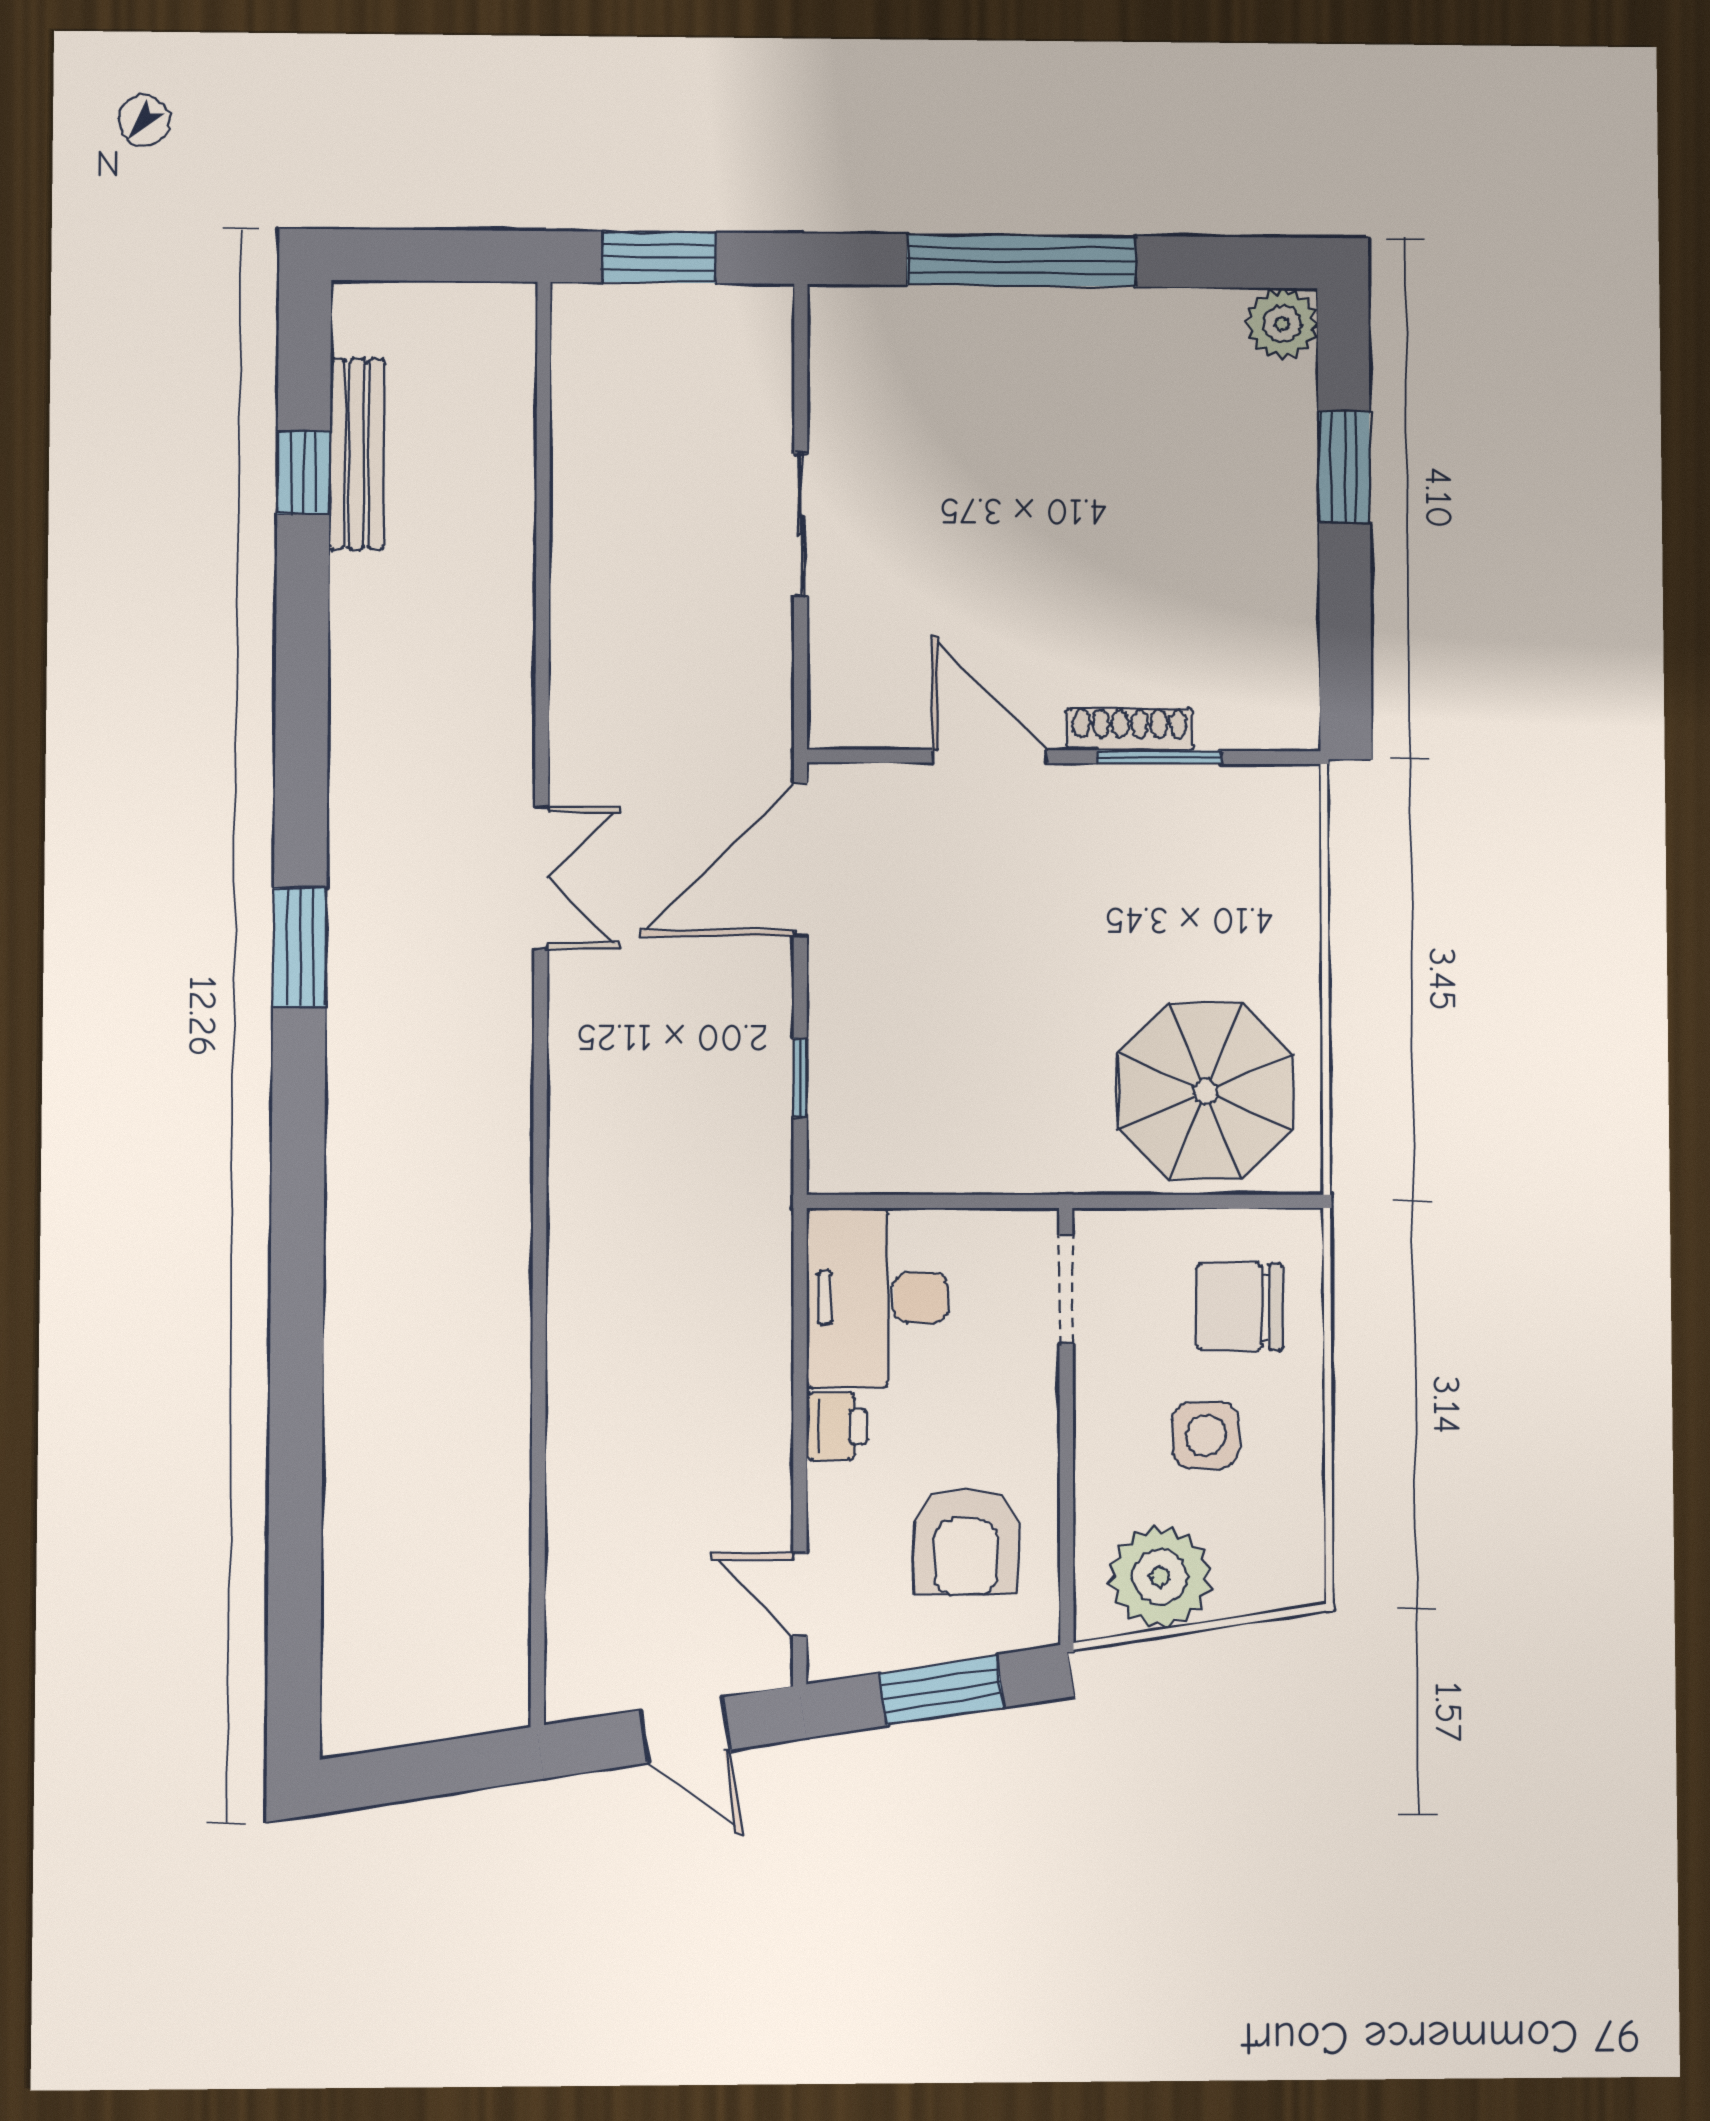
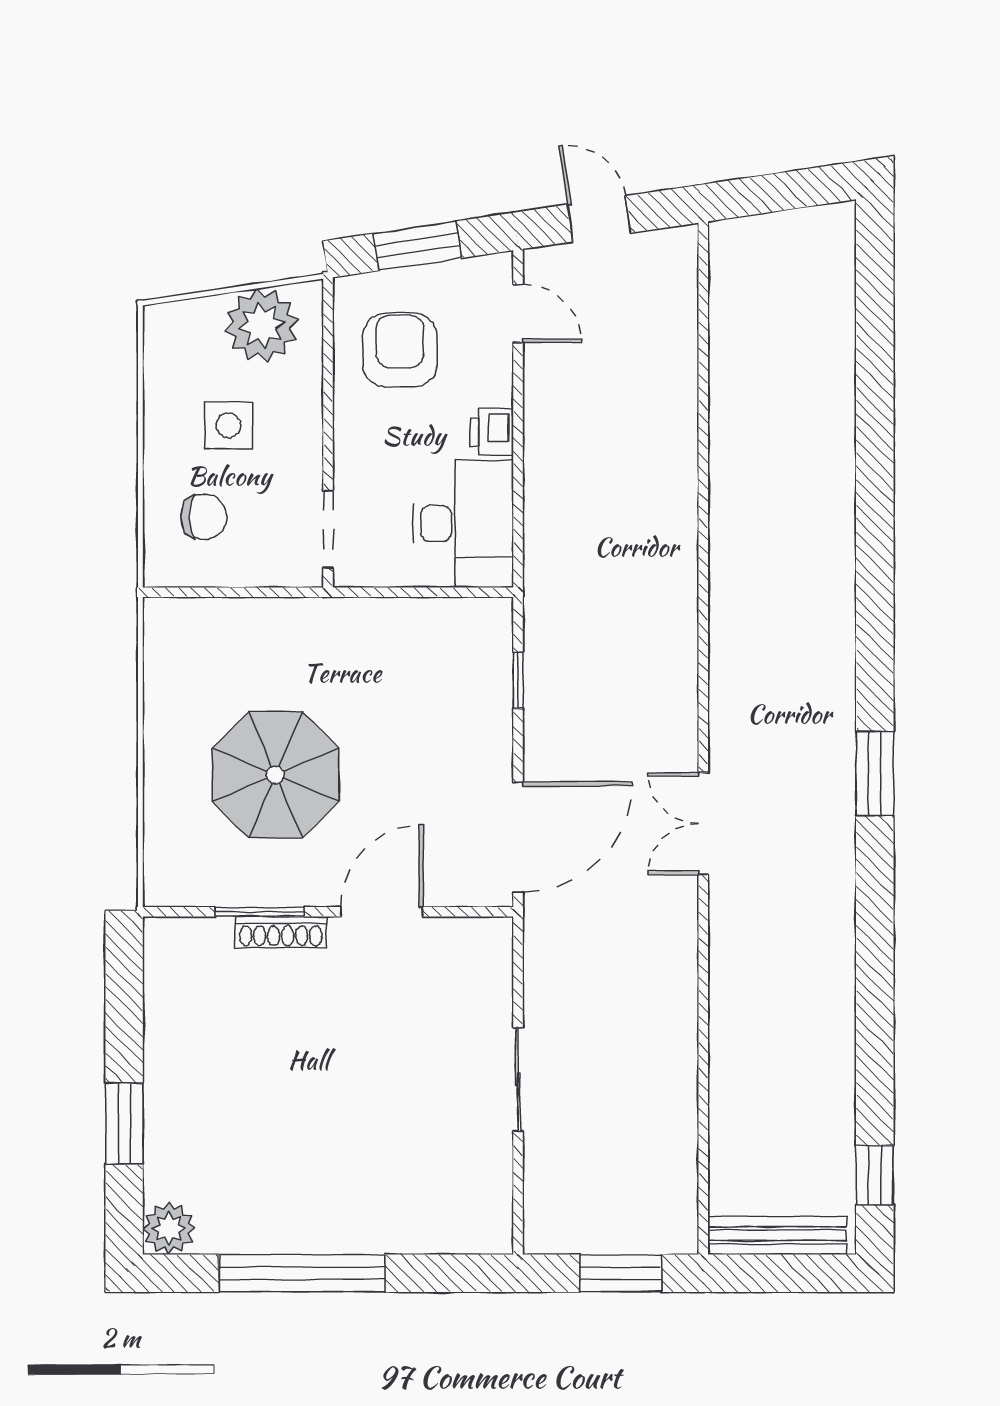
window: (1021, 260) -> (302, 1273), moved
bench: (357, 454) -> (777, 1235), moved, turned 90
window: (304, 473) -> (875, 1175), moved
door: (990, 756) -> (382, 912), swing flipped
parasol: (1206, 1091) -> (275, 775), moved
chair: (1240, 1307) -> (204, 517), width x0.73, depth x0.73

